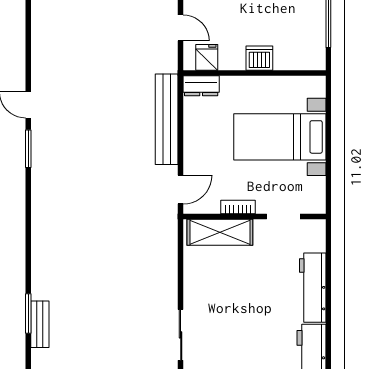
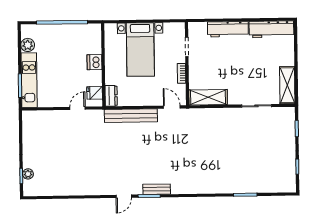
shelving: (220, 232) -> (208, 97), moved, turned 90
bench: (40, 324) -> (157, 189), moved

